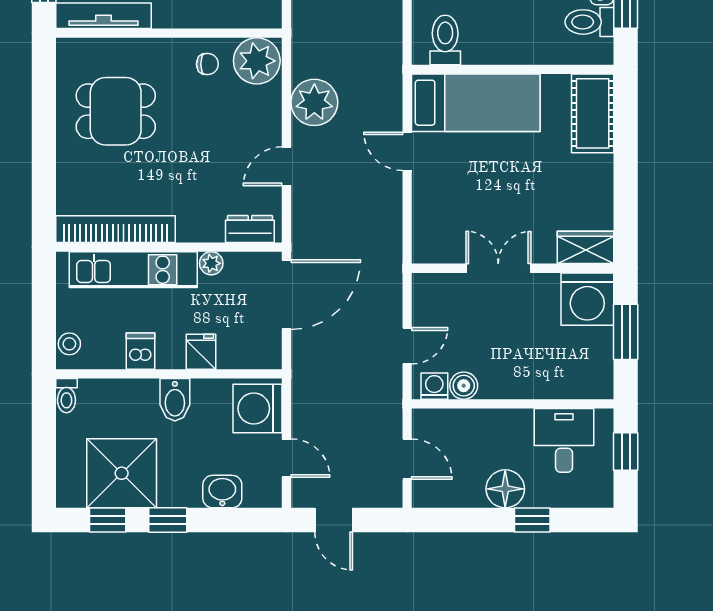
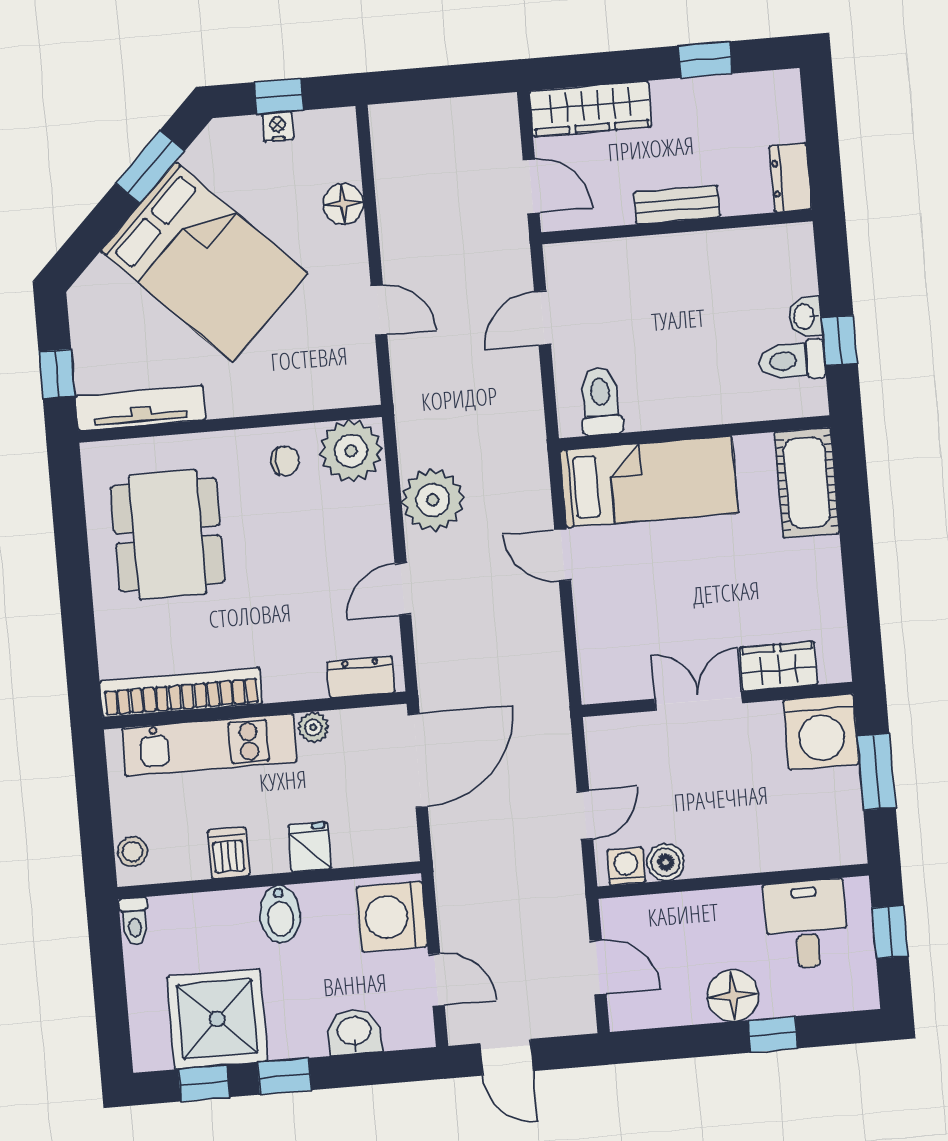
dining table: (116, 111) -> (168, 535), width x1.38
wardrobe: (586, 247) -> (778, 666), moved

